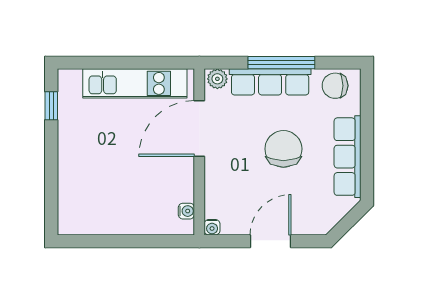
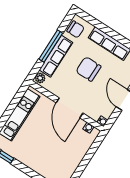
chair: (335, 86) -> (76, 29), turned -90
door: (199, 128) -> (70, 108), moved

